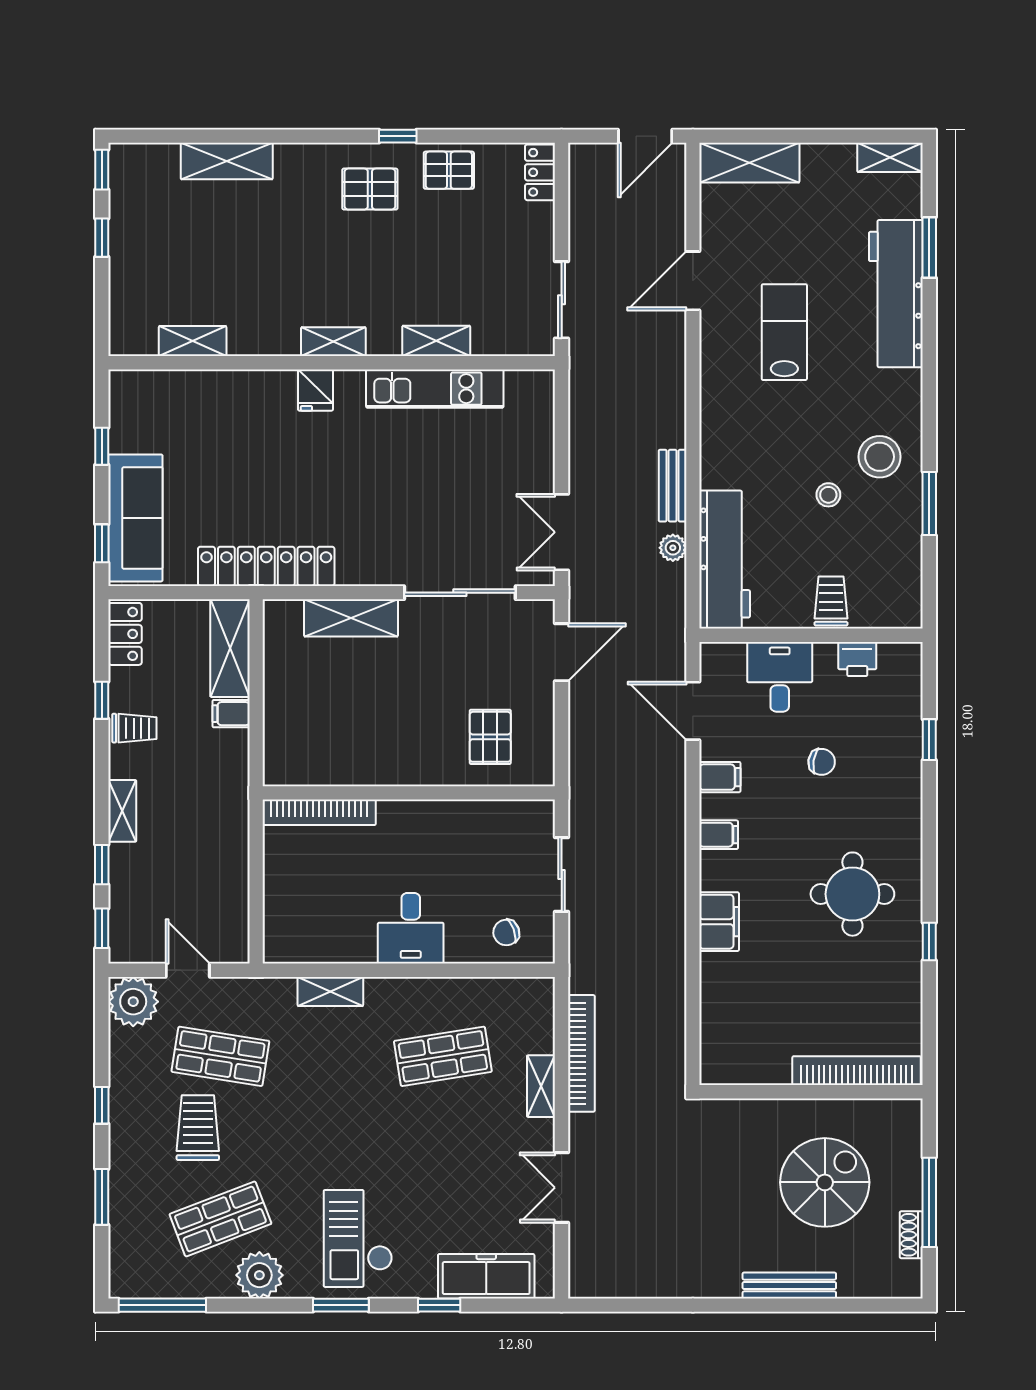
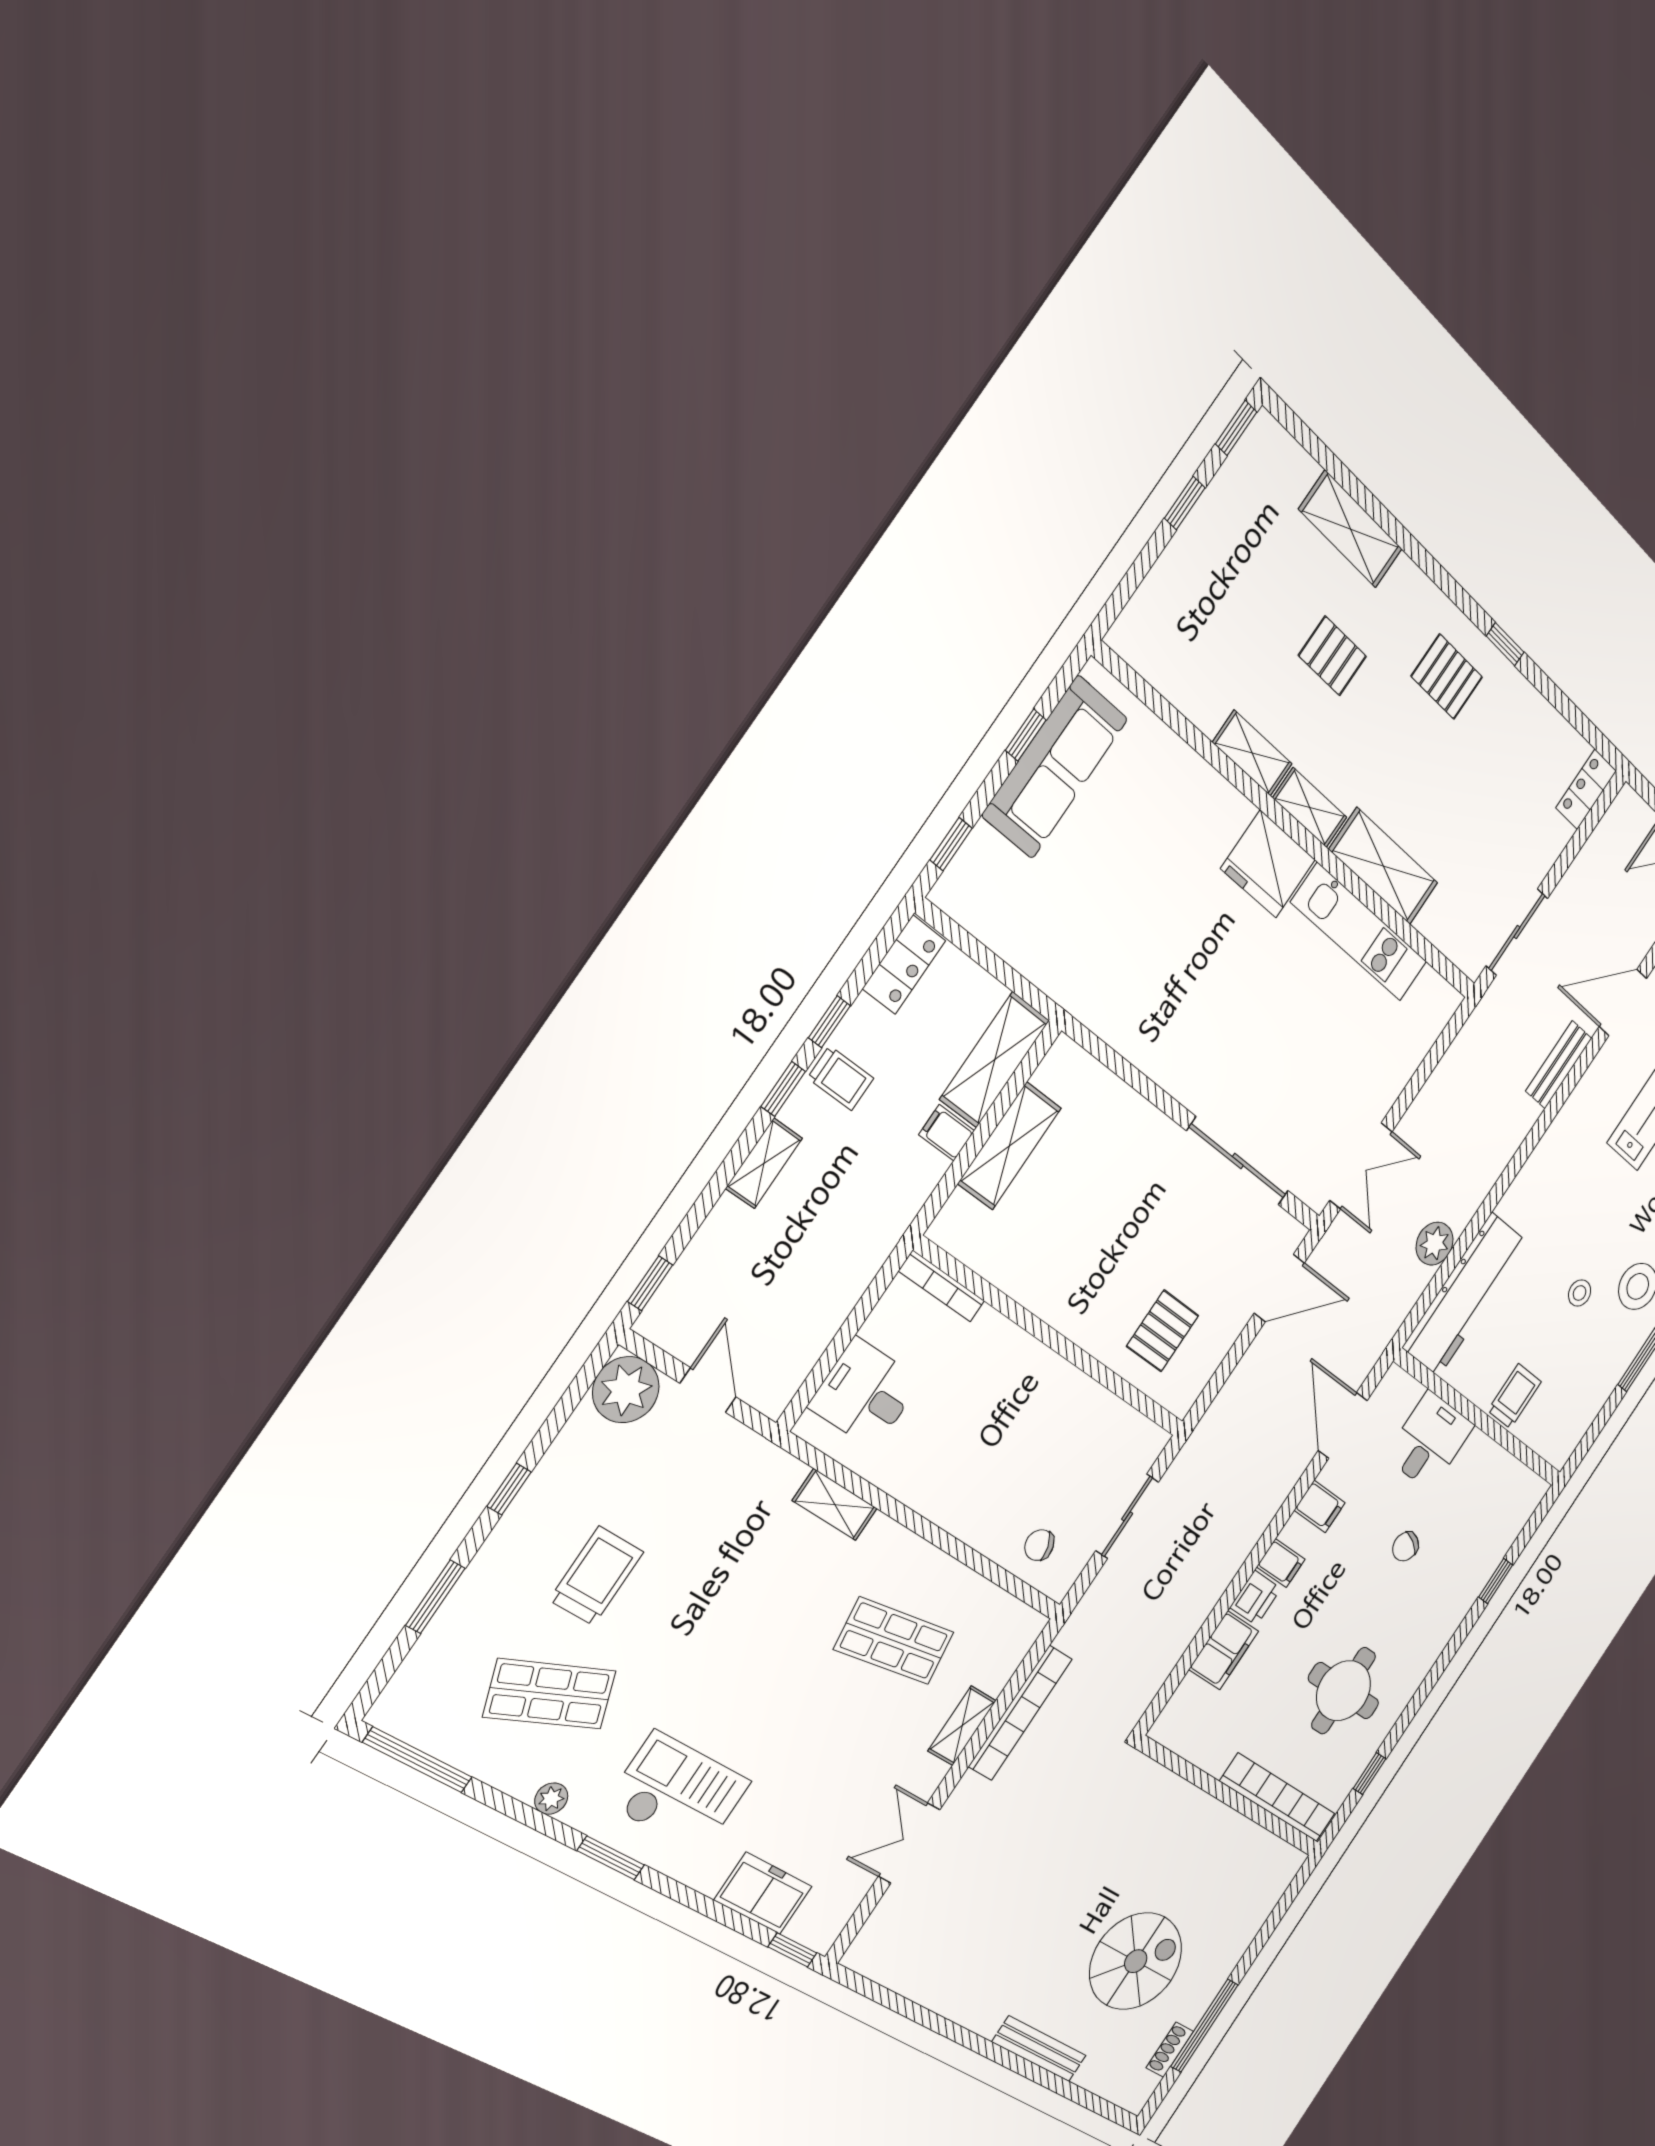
pallet: (449, 170) -> (1332, 656), moved
shelving: (193, 341) -> (1252, 753), moved
shelving: (436, 341) -> (1384, 866), width x1.50, depth x1.33
fridge: (315, 390) -> (1268, 864), width x1.88, depth x1.34
bench: (673, 486) -> (1559, 1065), moved
sofa: (135, 518) -> (1055, 767), moved
double door: (562, 532) -> (1361, 1166), swing flipped
plant: (673, 548) -> (1435, 1244), width x1.38, depth x1.38
locker: (266, 566) -> (1089, 997), removed
shelving: (351, 618) -> (1009, 1146), moved, turned 90
printer: (857, 659) -> (1255, 1598), moved, turned -90
chair: (822, 762) -> (1405, 1546), turned 108
bookcase: (319, 812) -> (942, 1286), width x0.68, depth x0.76
window: (102, 865) -> (783, 1089), moved
desk: (411, 928) -> (865, 1394), moved, turned 90
shop shelf: (220, 1056) -> (675, 1509), removed
bookcase: (857, 1071) -> (1278, 1798), moved
wall: (811, 1092) -> (1229, 1797), moved
checkout: (358, 1238) -> (678, 1793), turned 90
plant: (259, 1275) -> (551, 1799), width x0.53, depth x0.53
freezer: (486, 1276) -> (763, 1893), width x0.71
window: (439, 1305) -> (792, 1950), moved

